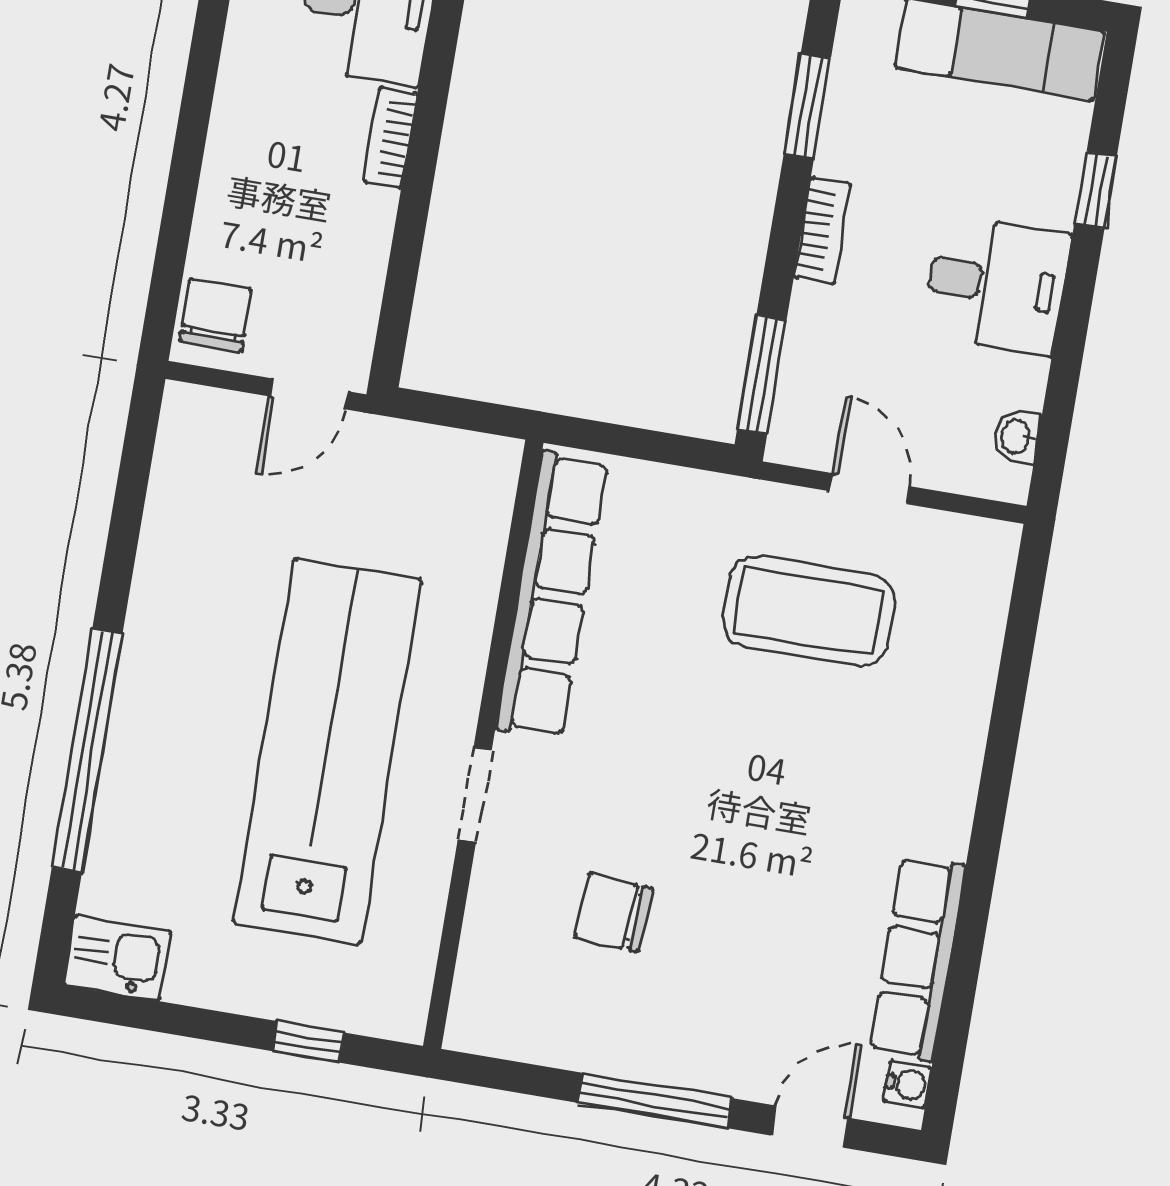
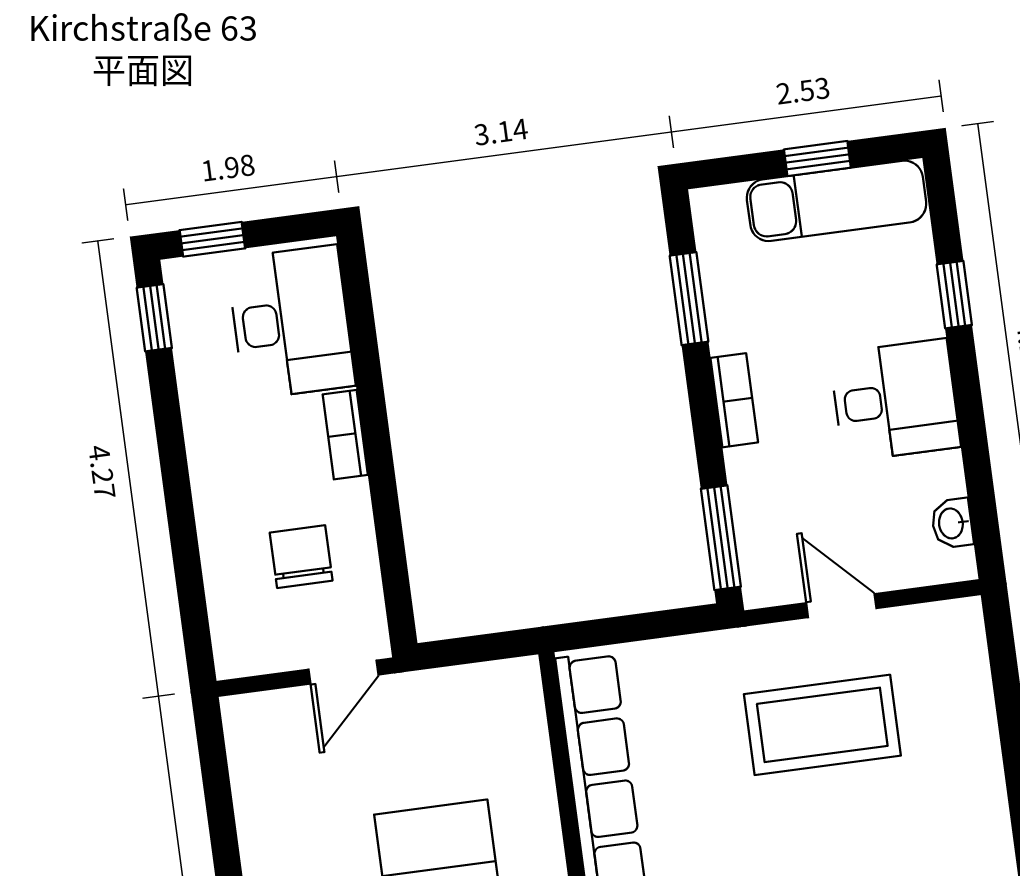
chair: (216, 315) -> (301, 557), moved

